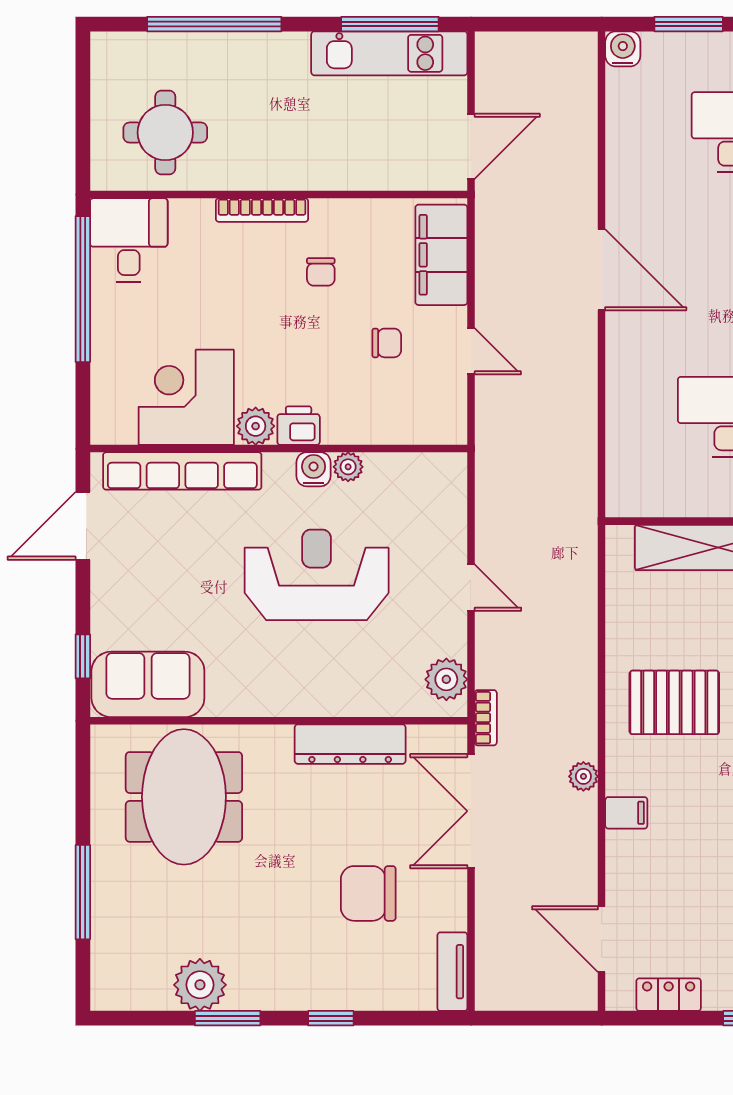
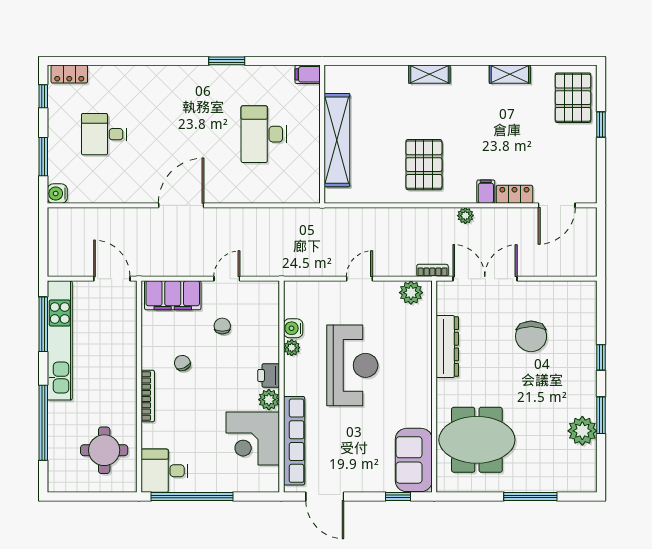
kitchen unit: (389, 53) -> (60, 340), width x1.36
chair: (321, 272) -> (182, 363), turned -114
water cooler: (314, 469) -> (293, 328), moved
reception desk: (317, 575) -> (352, 365), turned 180
double door: (471, 811) -> (485, 279), swing flipped
tv unit: (452, 972) -> (575, 289), removed
locker: (669, 995) -> (514, 194), moved, turned 90

